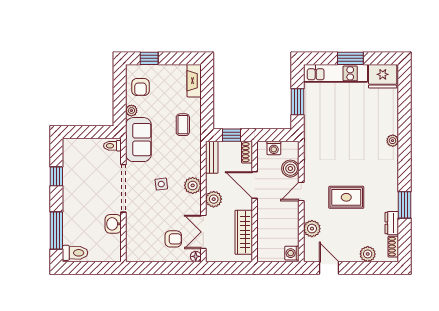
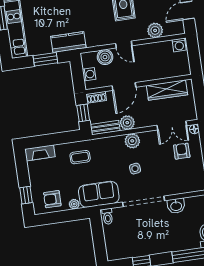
armchair: (141, 87) -> (52, 199), turned 180
kitchen counter: (313, 130) -> (68, 42), added
plant: (214, 199) -> (127, 123), moved

